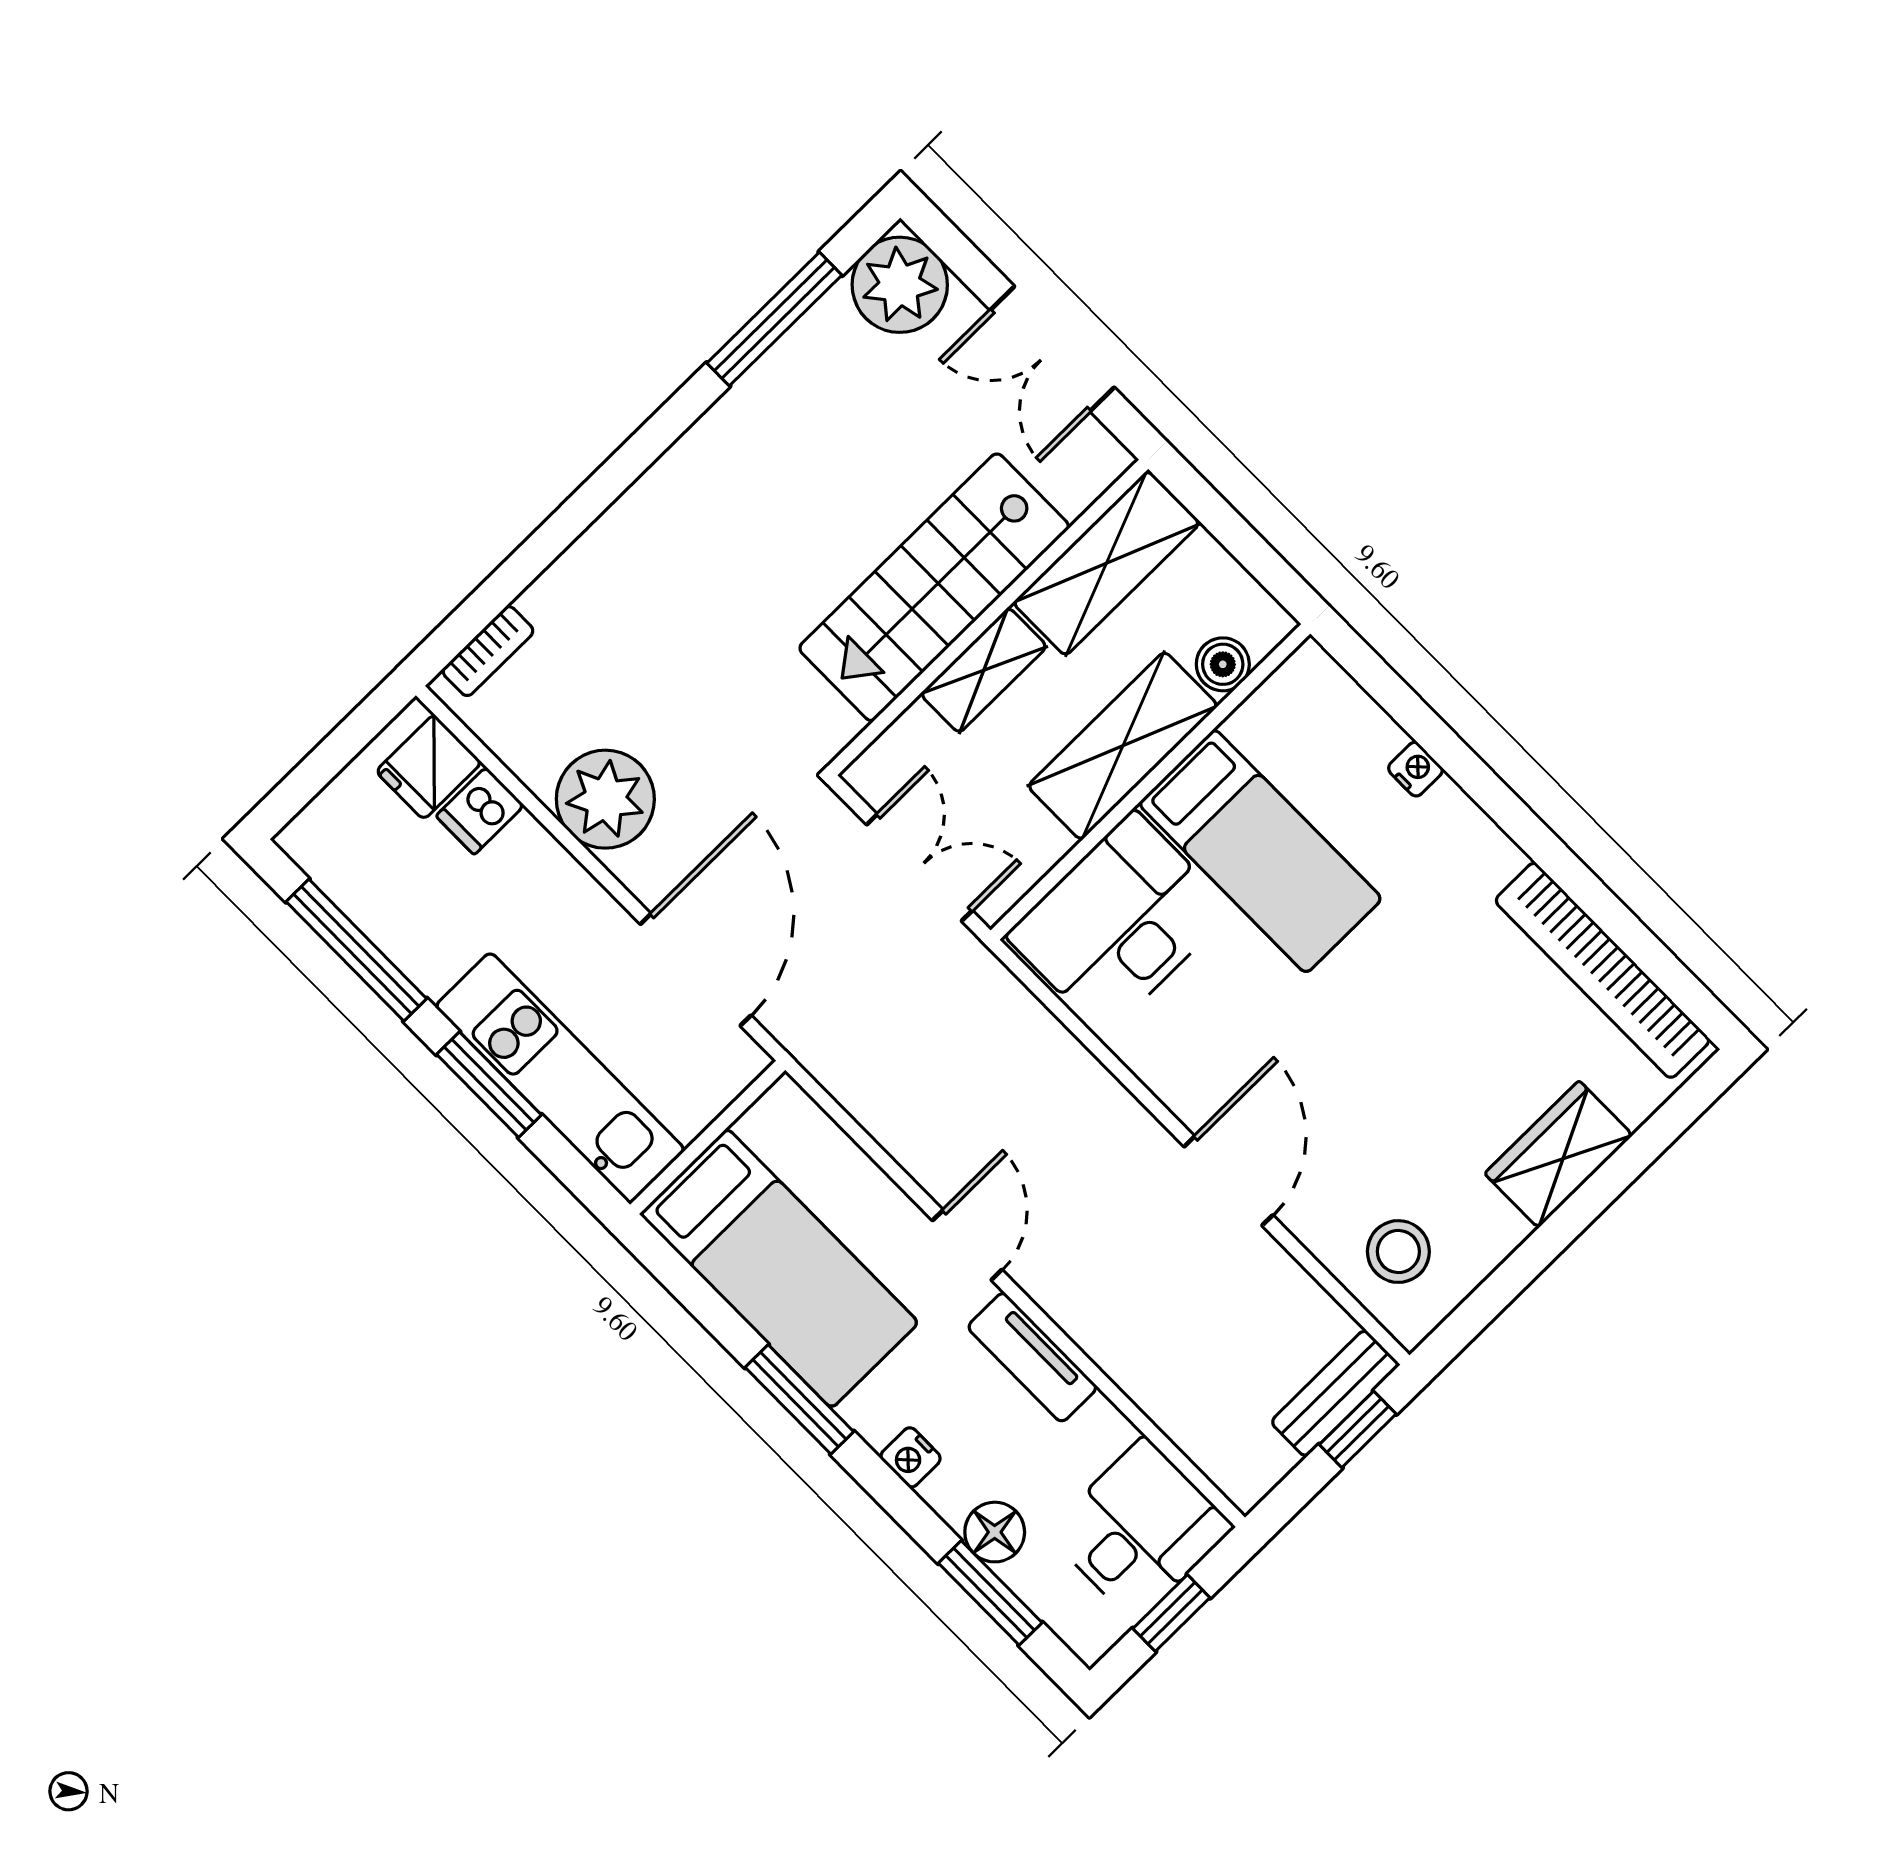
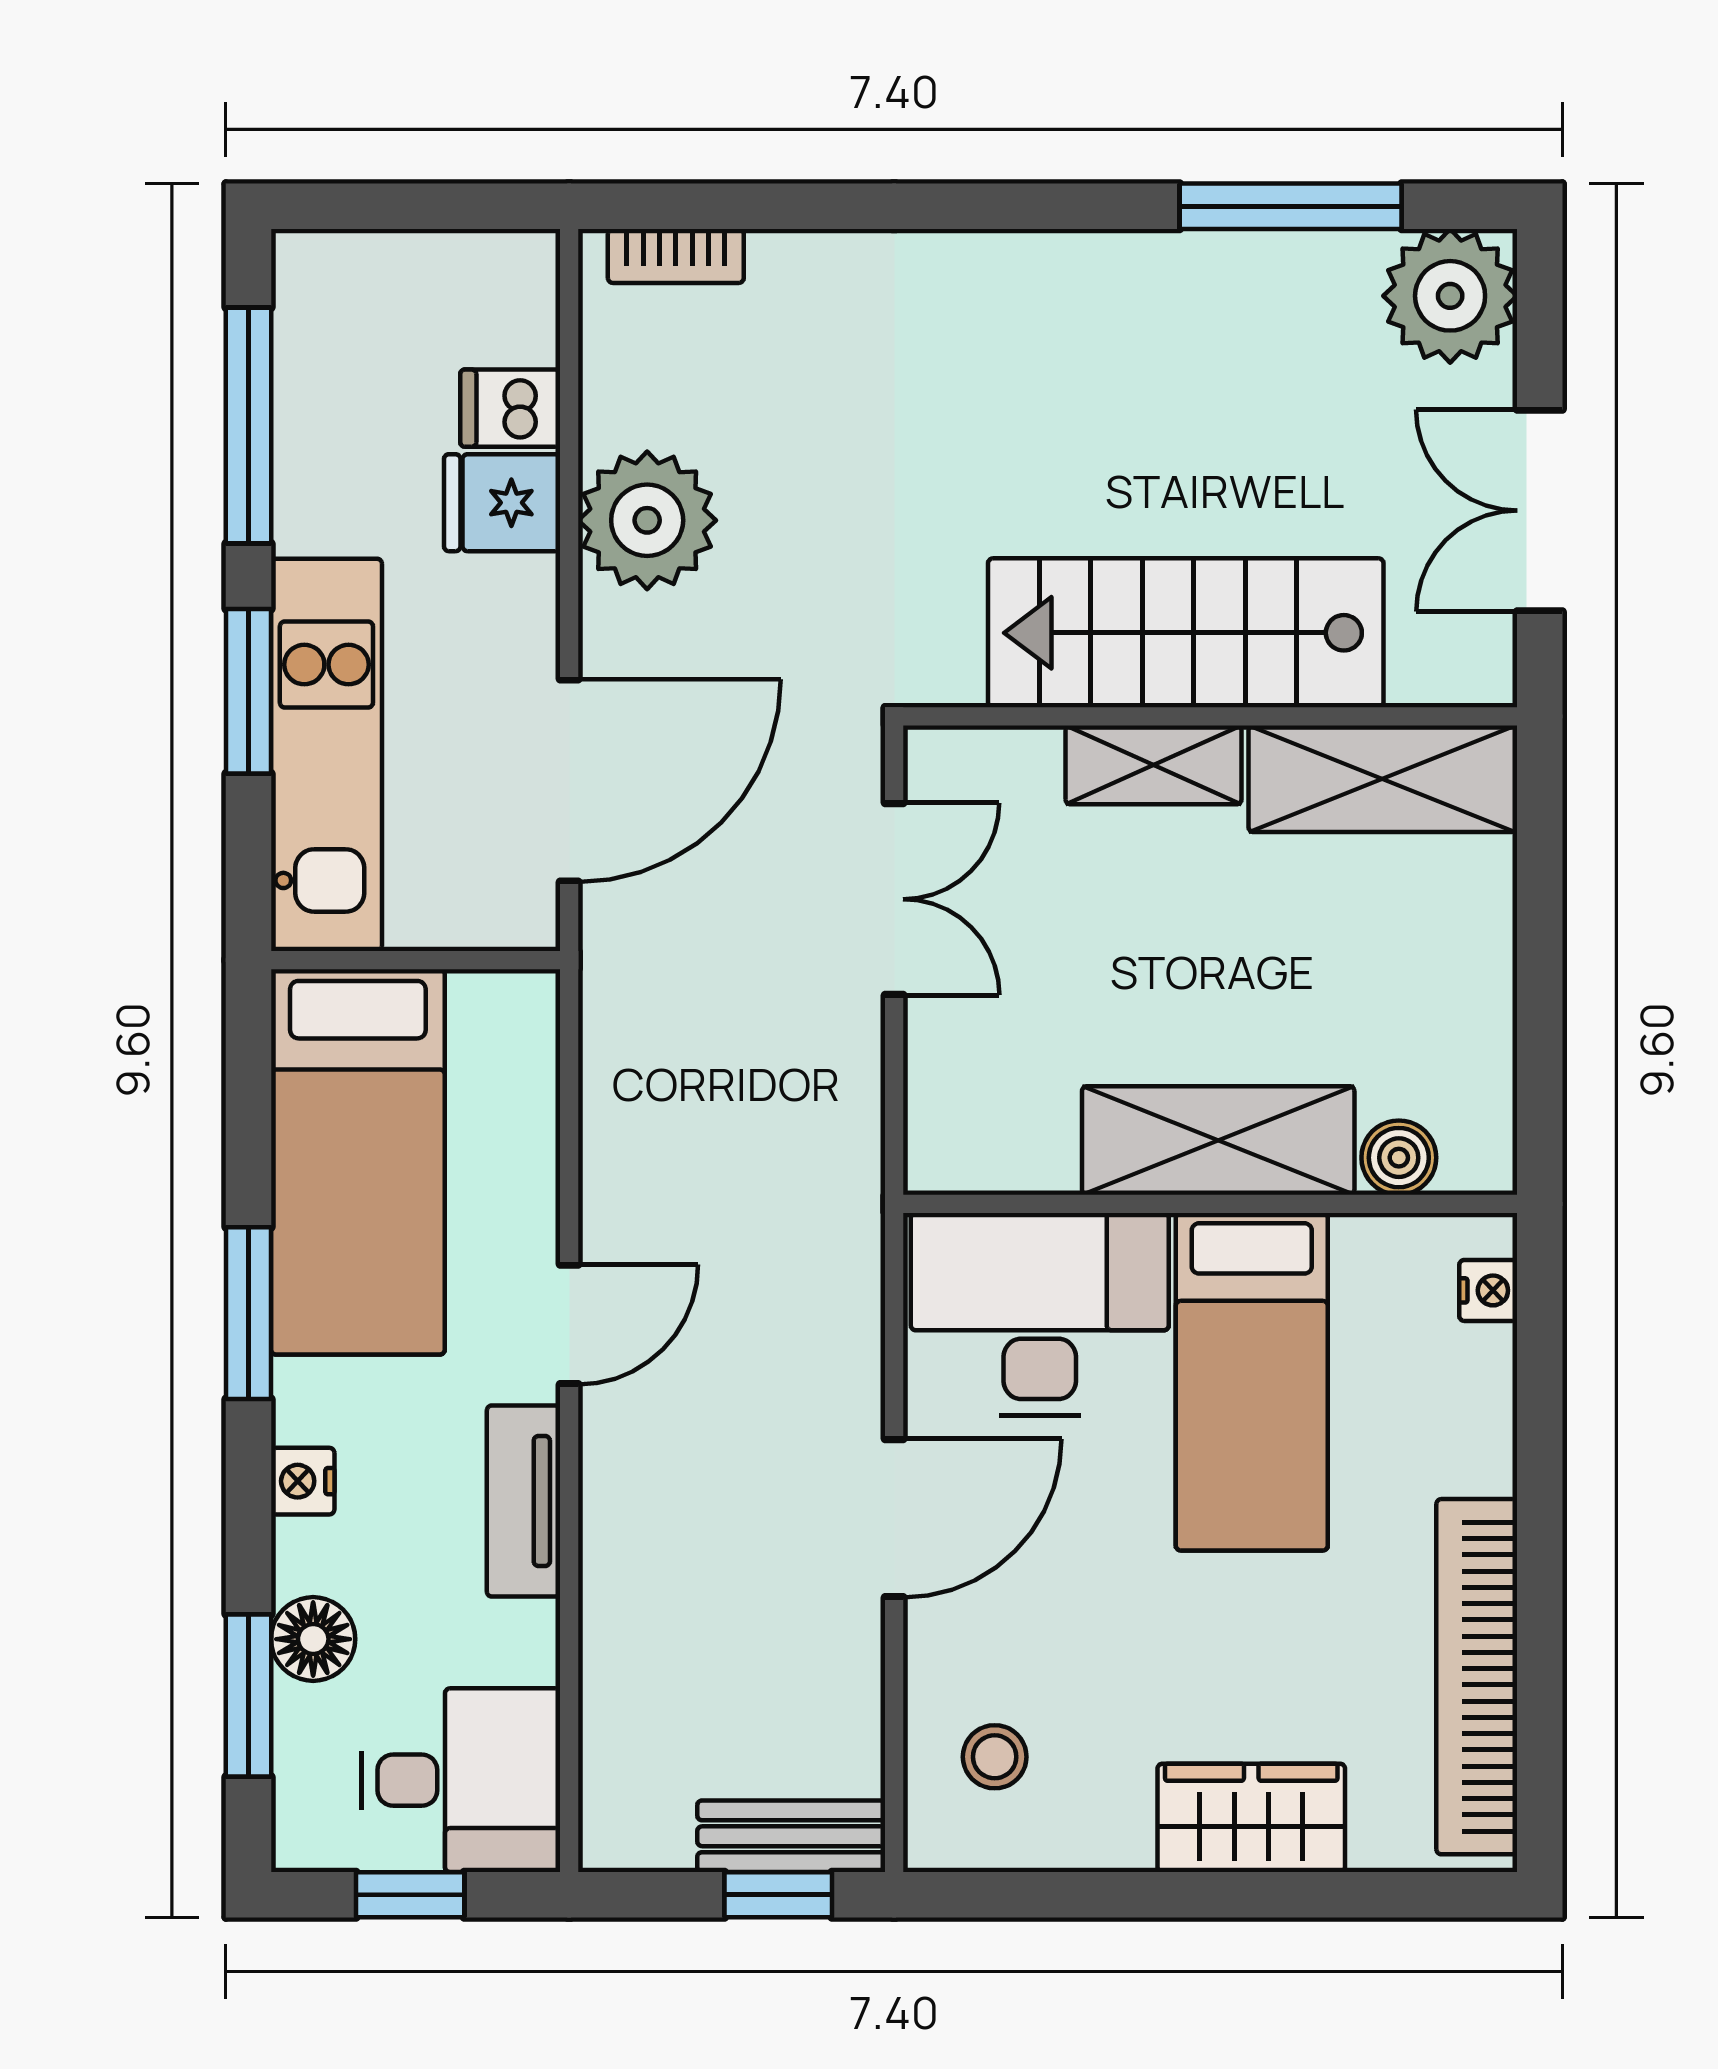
boiler: (1223, 664) -> (1399, 1158), moved
shelving: (1123, 746) -> (1218, 1140), moved
fridge: (429, 767) -> (502, 503), moved
wall: (1150, 782) -> (1210, 1204), moved
bed: (1260, 851) -> (1252, 1382), moved
desk: (1119, 923) -> (1040, 1314), moved
stool: (1398, 1252) -> (995, 1757), width x0.73, depth x0.73

